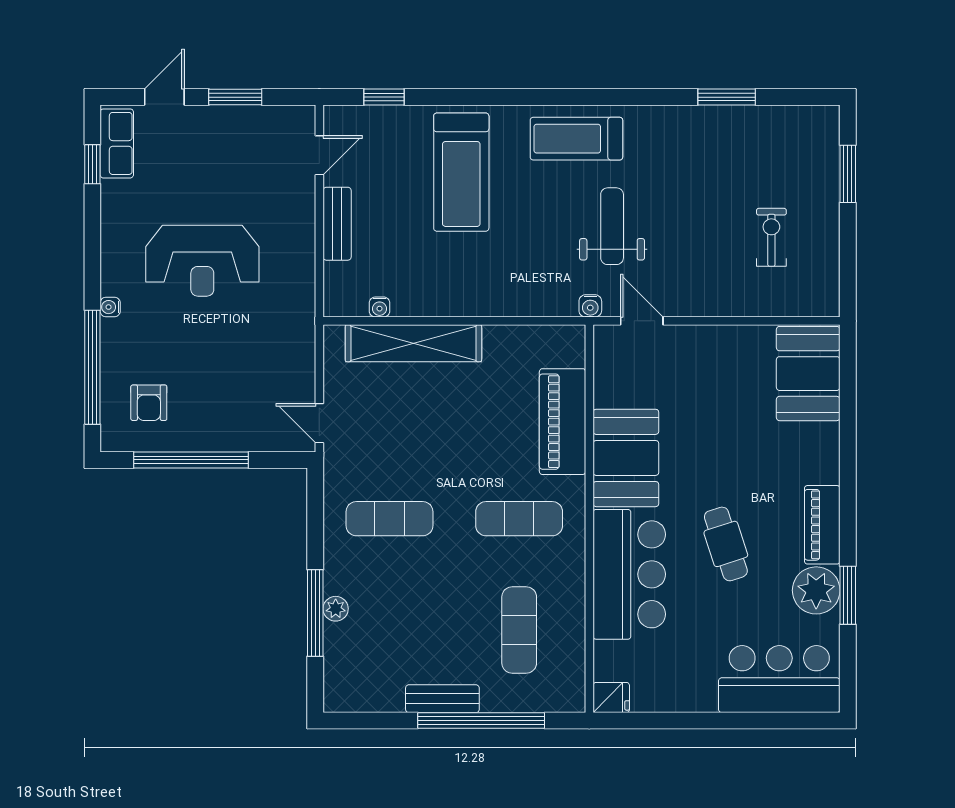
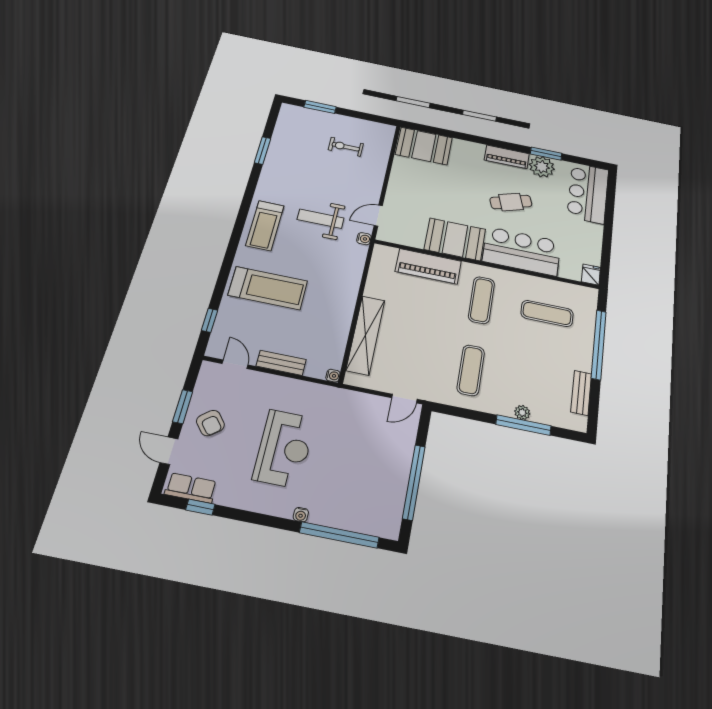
water cooler: (380, 307) -> (333, 376), moved
armchair: (149, 403) -> (210, 423), moved, turned 51
bench: (442, 699) -> (581, 393), moved

